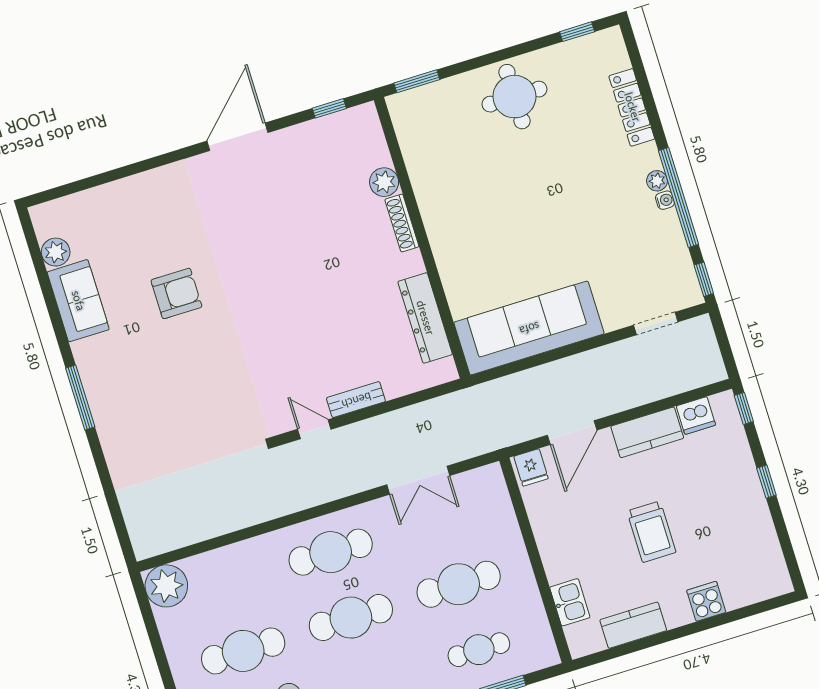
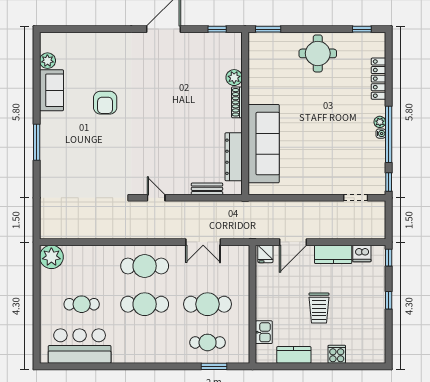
armchair: (176, 293) -> (105, 103), turned 90
sofa: (529, 328) -> (264, 144), moved, turned 90
bench: (356, 400) -> (207, 189), moved
cafe table: (243, 651) -> (82, 304), width x0.73, depth x0.74

